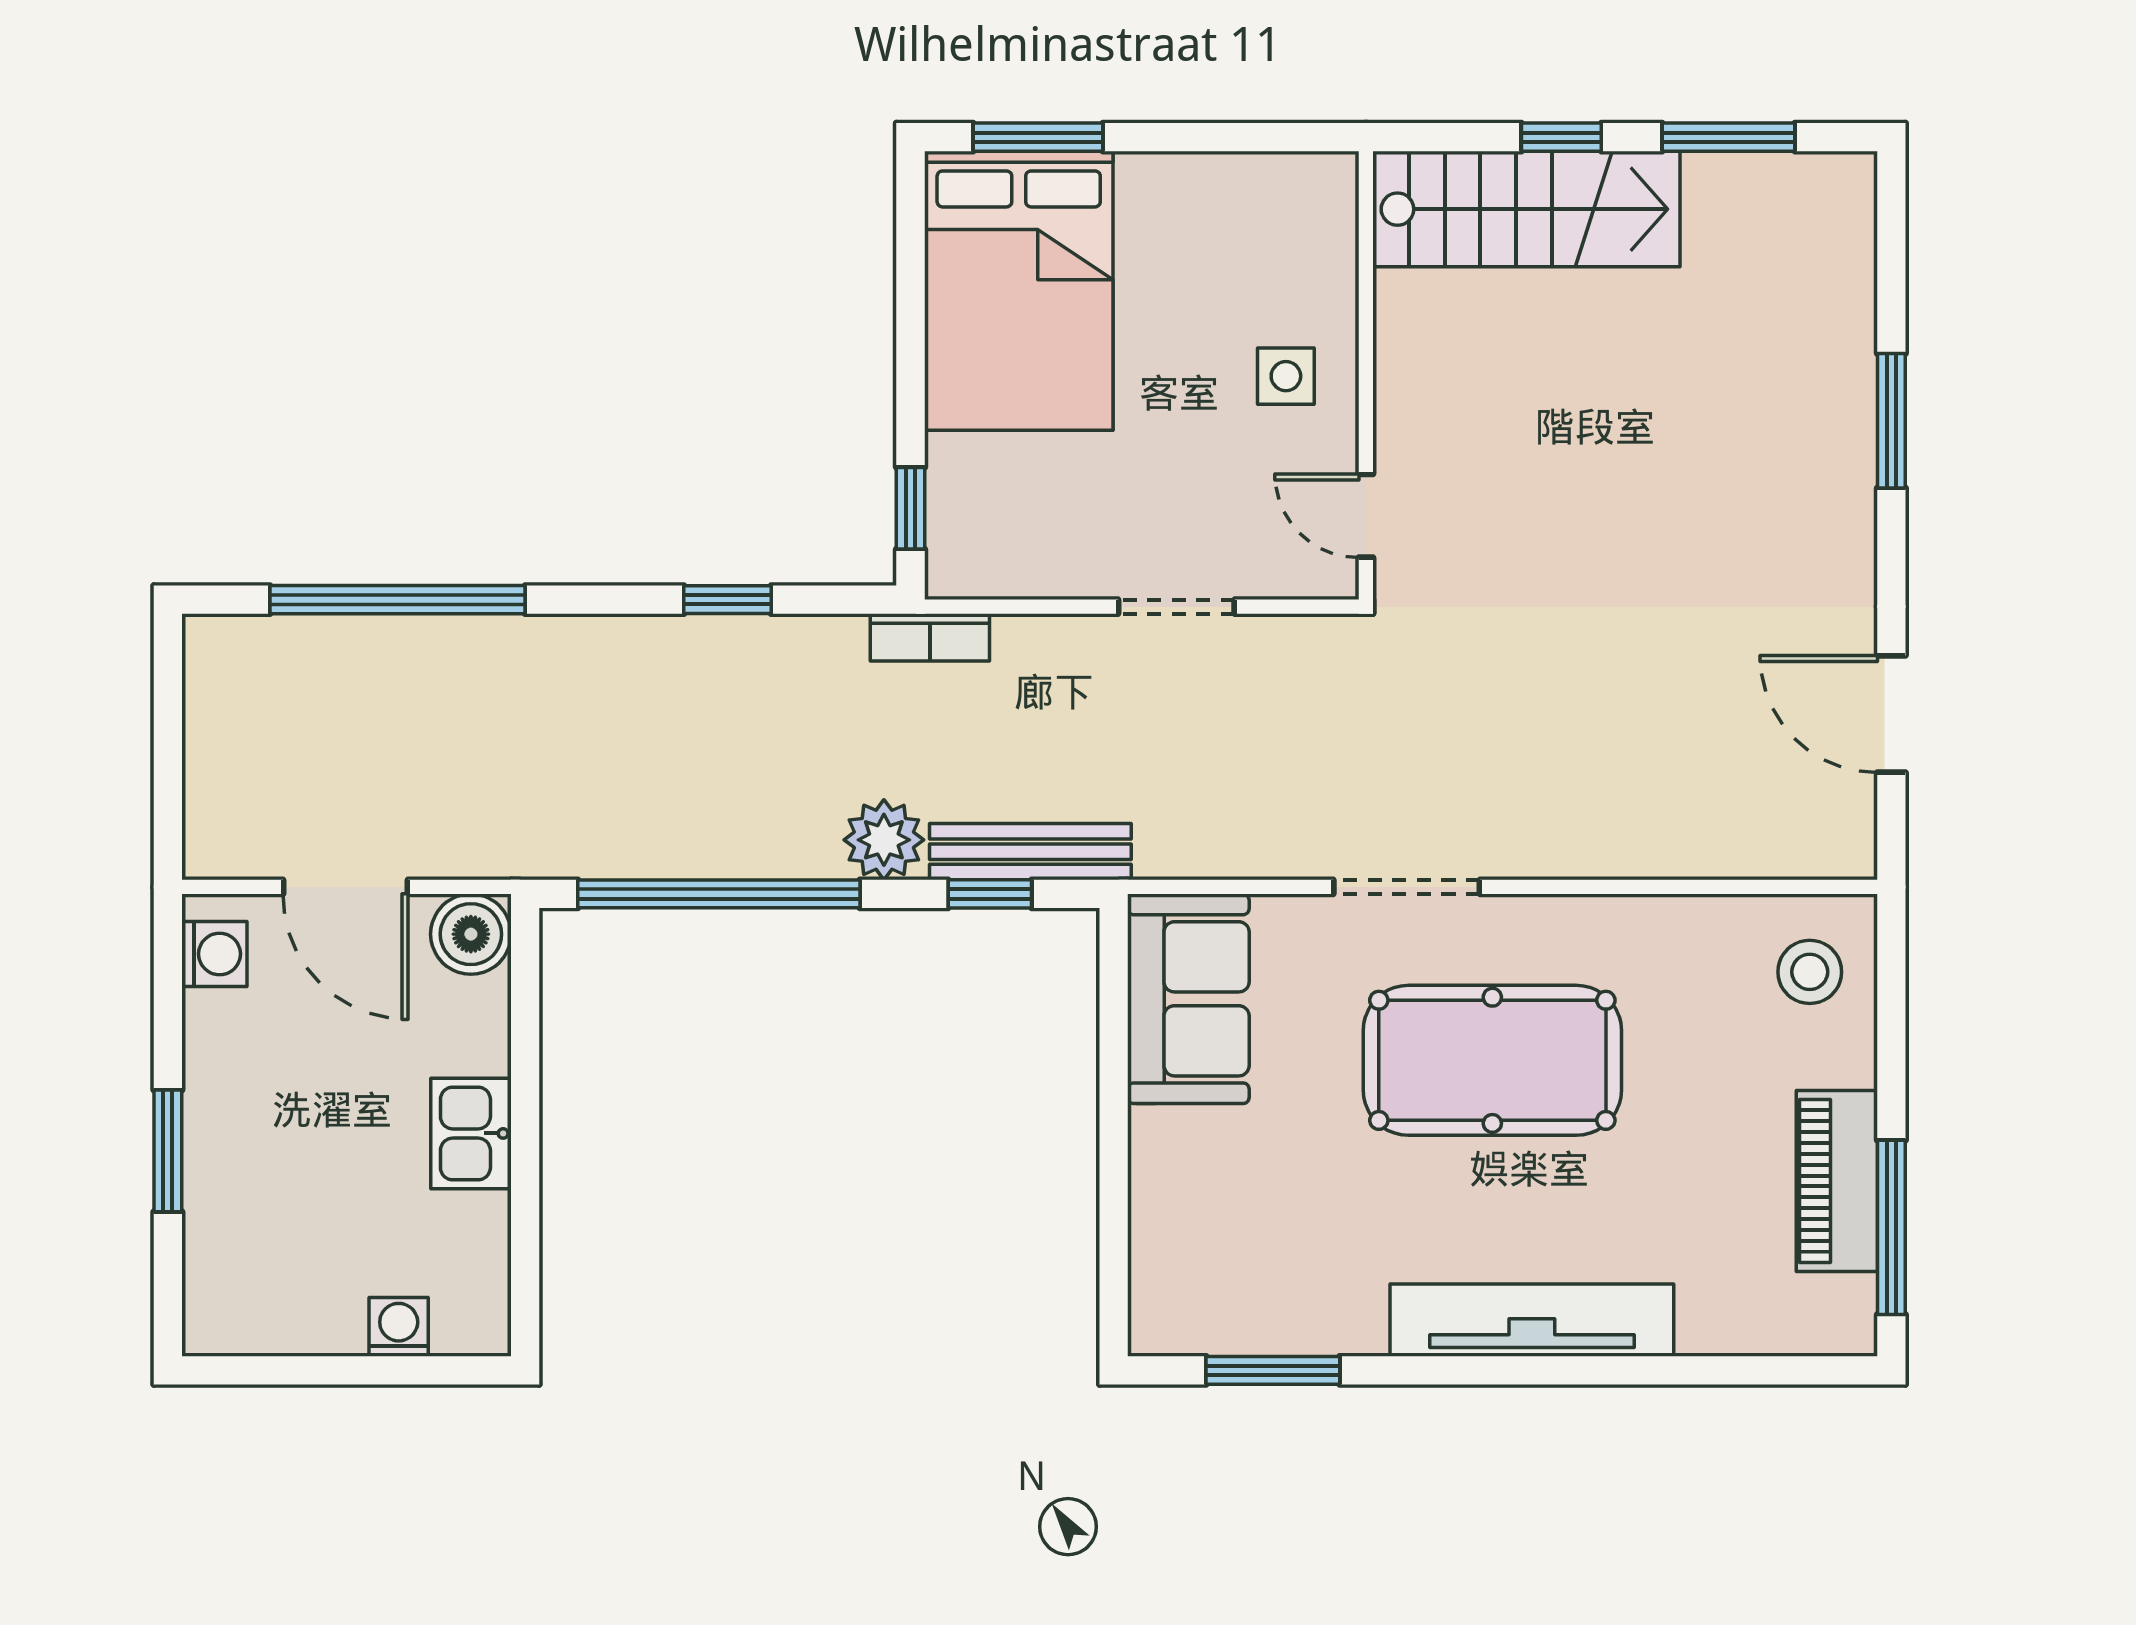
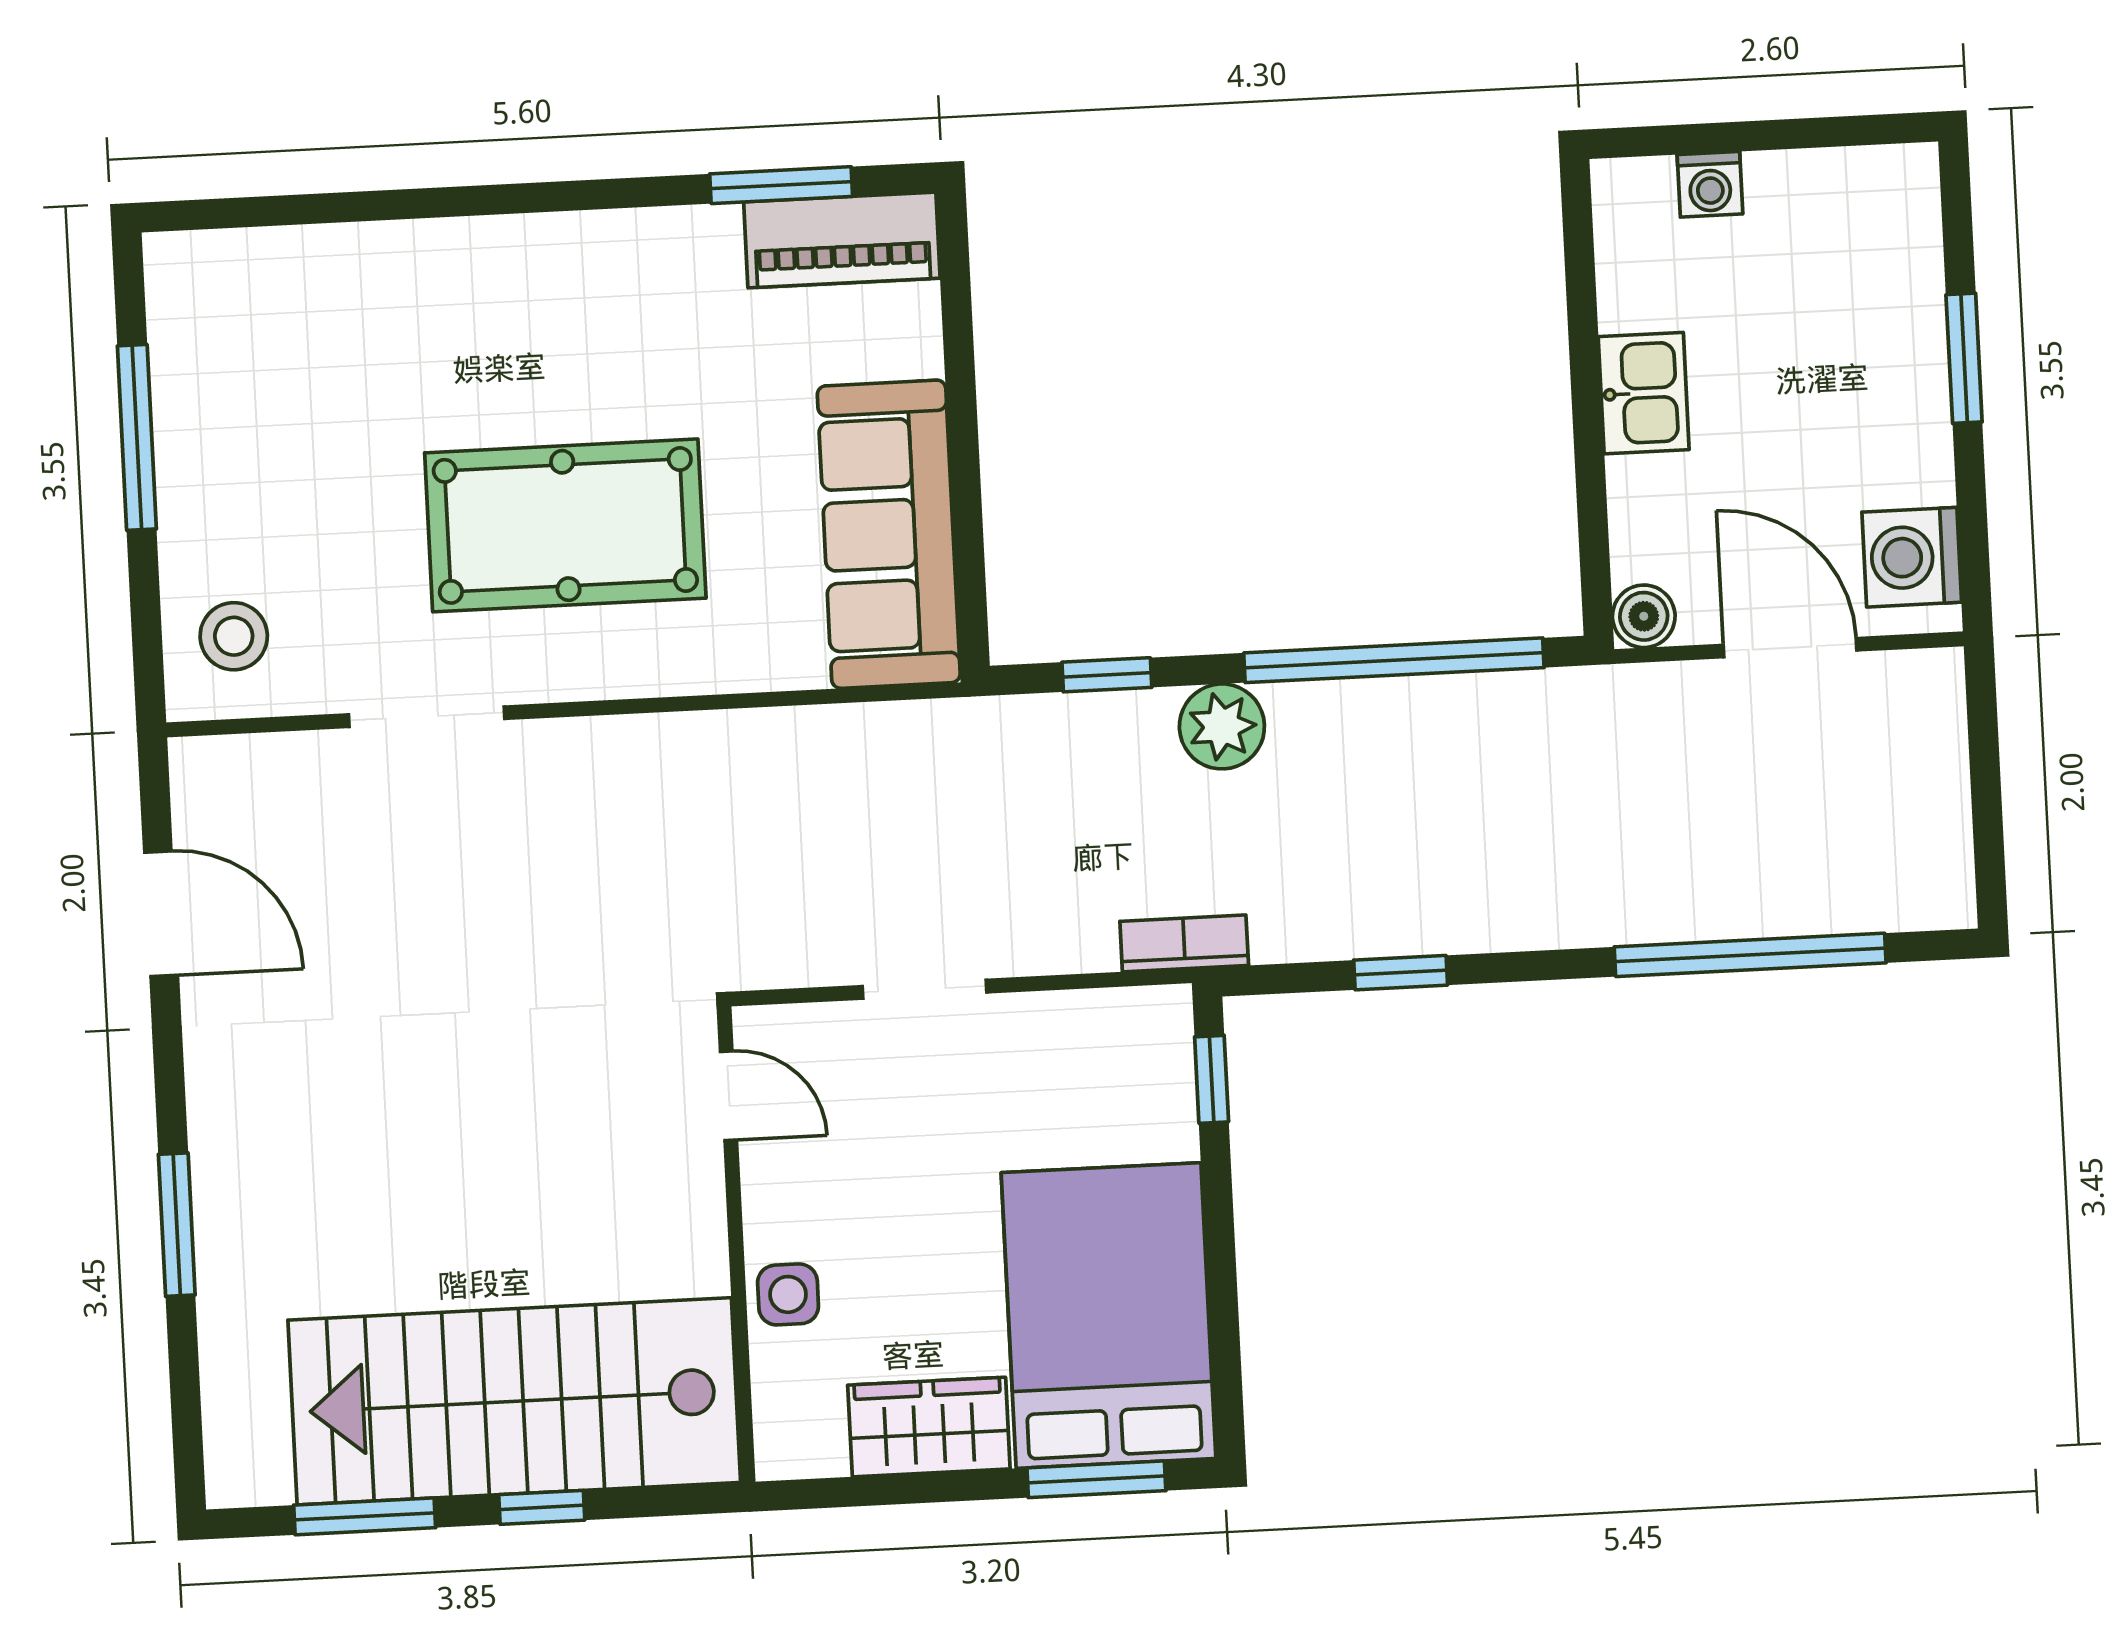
wardrobe: (1193, 194) -> (929, 1427), added
stairs: (1526, 209) -> (514, 1401), width x1.36, depth x1.51
side table: (1286, 376) -> (788, 1294), moved
bench: (1030, 852) -> (1066, 722), removed
doorway: (1407, 887) -> (427, 717), moved
boiler: (471, 934) -> (1644, 616), width x0.73, depth x0.73
washing machine: (214, 954) -> (1912, 557), width x1.38, depth x1.38
sofa: (1188, 999) -> (889, 534), width x1.36
piano: (1837, 1181) -> (842, 240), moved, turned 90
window: (1891, 1227) -> (137, 437), moved
tv unit: (1532, 1320) -> (509, 252), removed

